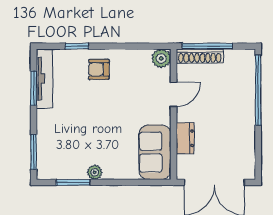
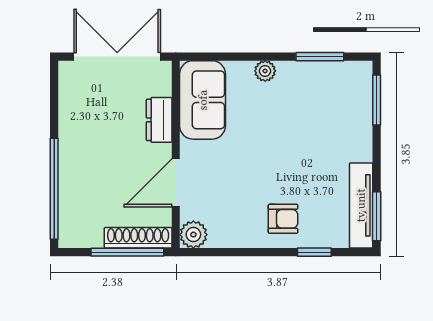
window: (34, 88) -> (377, 216), moved
door: (174, 94) -> (176, 183), width x1.37
plant: (95, 172) -> (265, 71), moved

